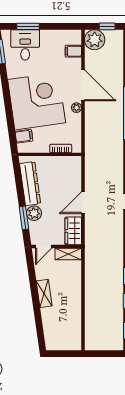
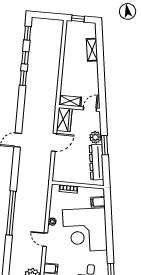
door: (83, 85) -> (45, 240), width x0.53
window: (24, 218) -> (105, 145), moved
shelving: (44, 293) -> (92, 50), moved
window: (68, 354) -> (78, 19), added

